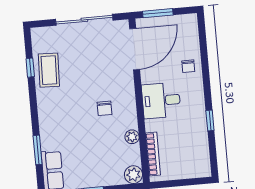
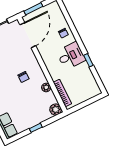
desk: (161, 100) -> (71, 56), moved, turned 180

